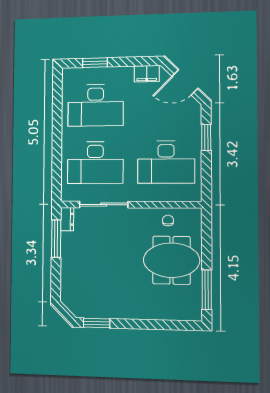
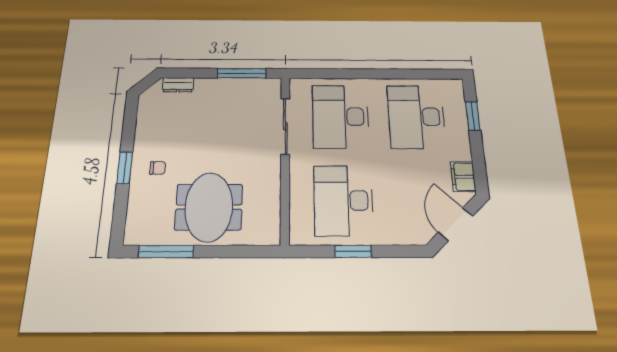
window: (206, 138) -> (353, 251), moved
dresser: (67, 219) -> (178, 85), moved
chair: (168, 220) -> (158, 168), moved
window: (97, 323) -> (125, 168), moved

